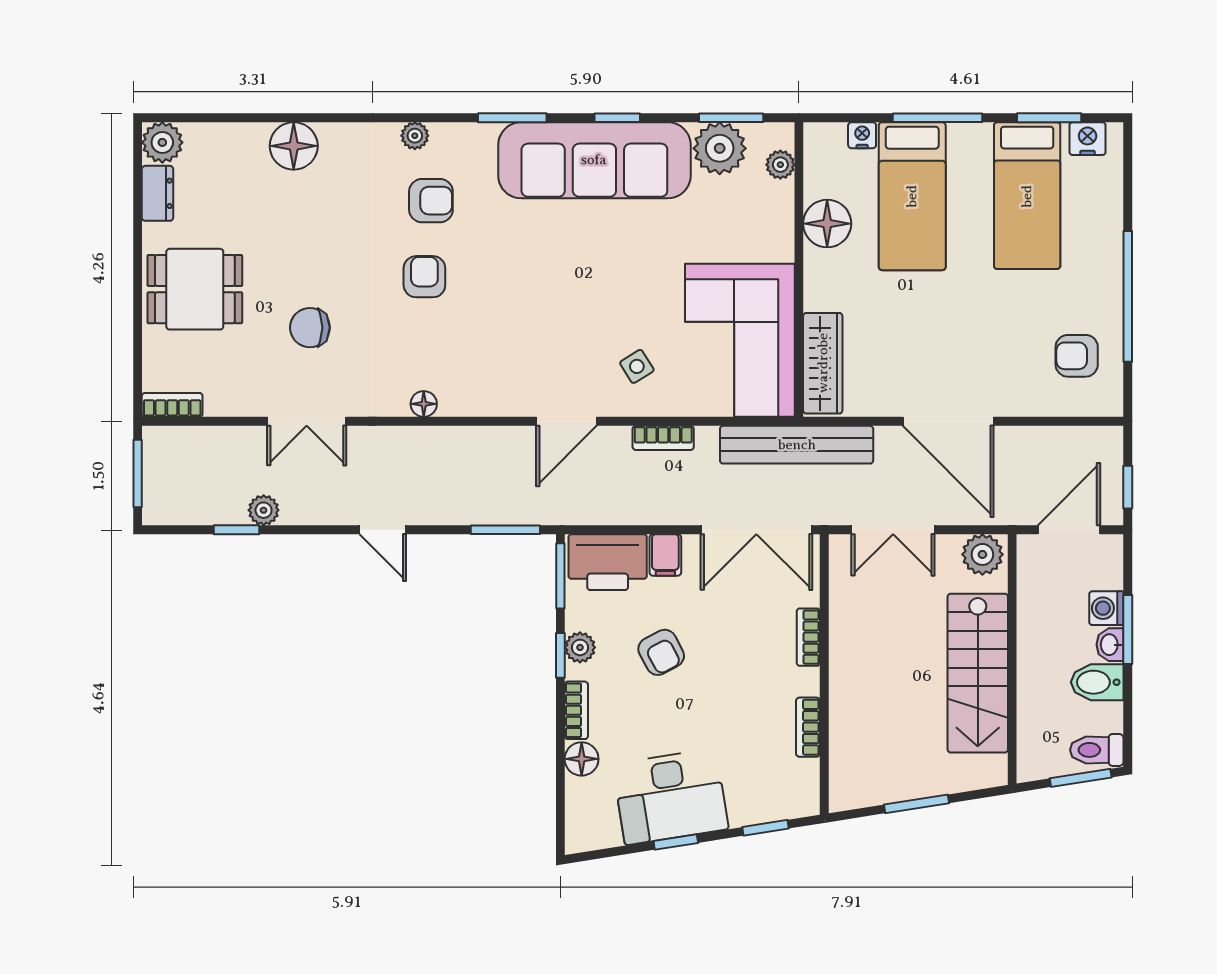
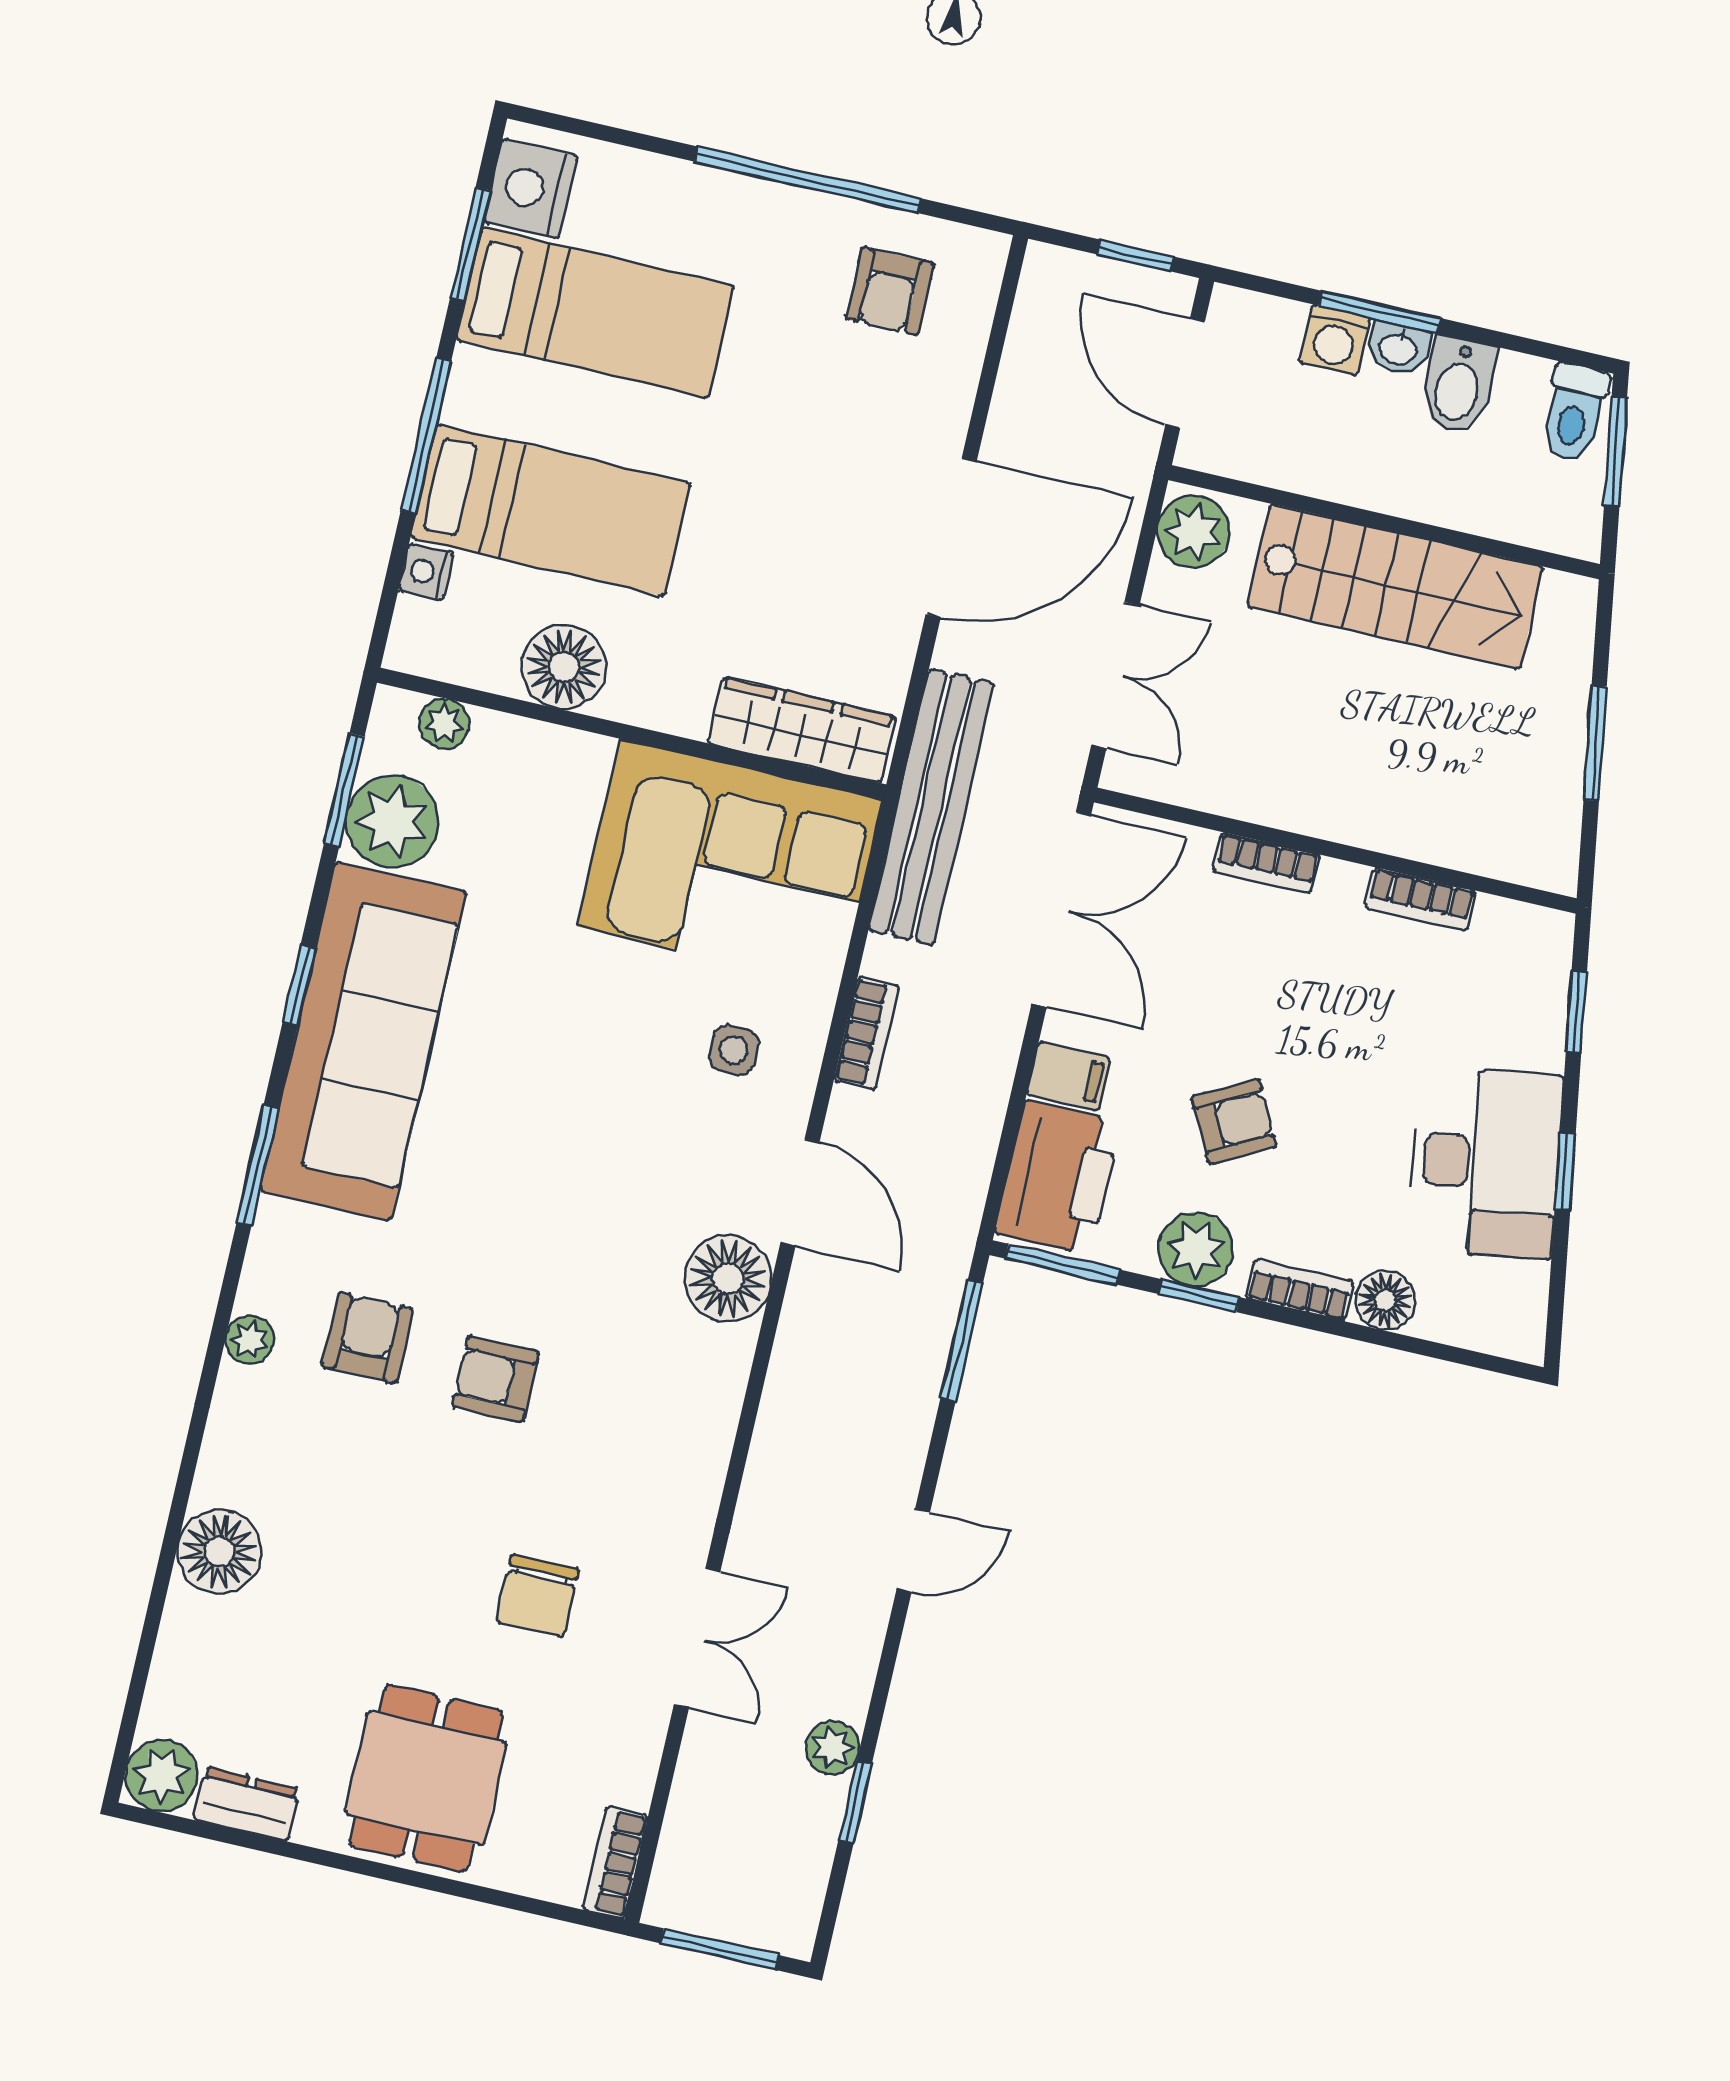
nightstand: (1088, 139) -> (531, 189), width x1.36, depth x1.33
side table: (637, 366) -> (734, 1050), turned 32
floor lamp: (424, 404) -> (728, 1278), moved, width x1.89, depth x1.89
plant: (580, 647) -> (1196, 1249), width x1.38, depth x1.38

